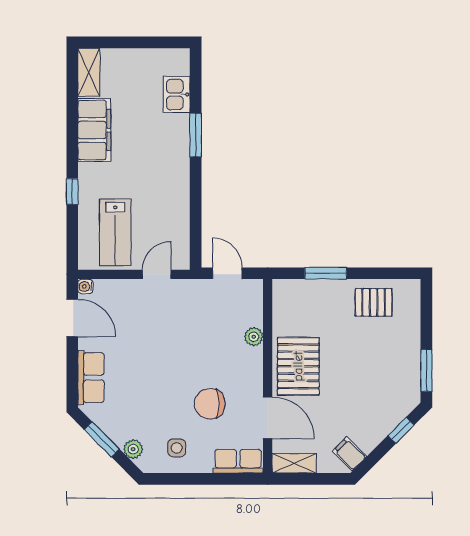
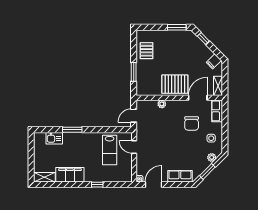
lab bench: (115, 232) -> (110, 150), moved, turned 90

